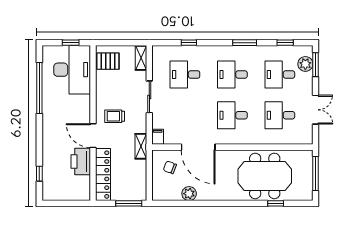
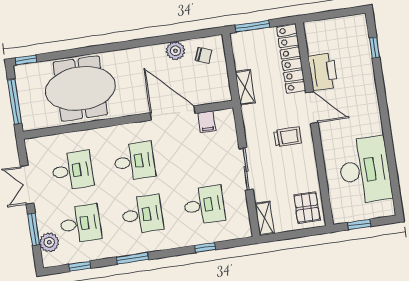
pallet: (108, 61) -> (307, 208), turned 90
window: (316, 65) -> (34, 229), moved
desk: (72, 70) -> (365, 170), moved, turned 180
window: (39, 88) -> (391, 159), removed
filing cabinet: (158, 137) -> (207, 122), moved
shelving: (141, 146) -> (245, 87), moved
chair: (170, 167) -> (204, 56), moved
window: (276, 203) -> (26, 60), moved

